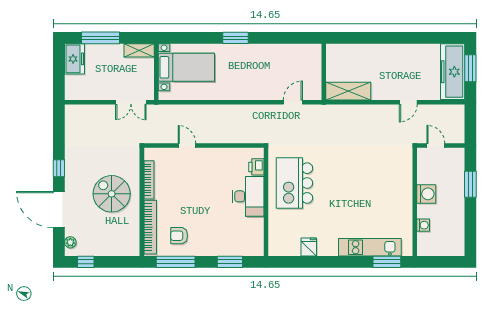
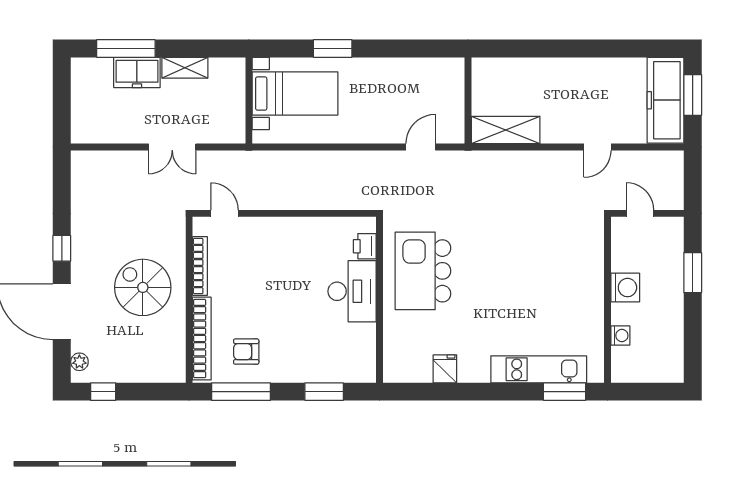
freezer: (74, 59) -> (137, 72), moved, turned 90
bed with nightstands: (186, 67) -> (295, 94), moved
wall: (156, 72) -> (249, 101), moved
door: (187, 146) -> (225, 213), moved

